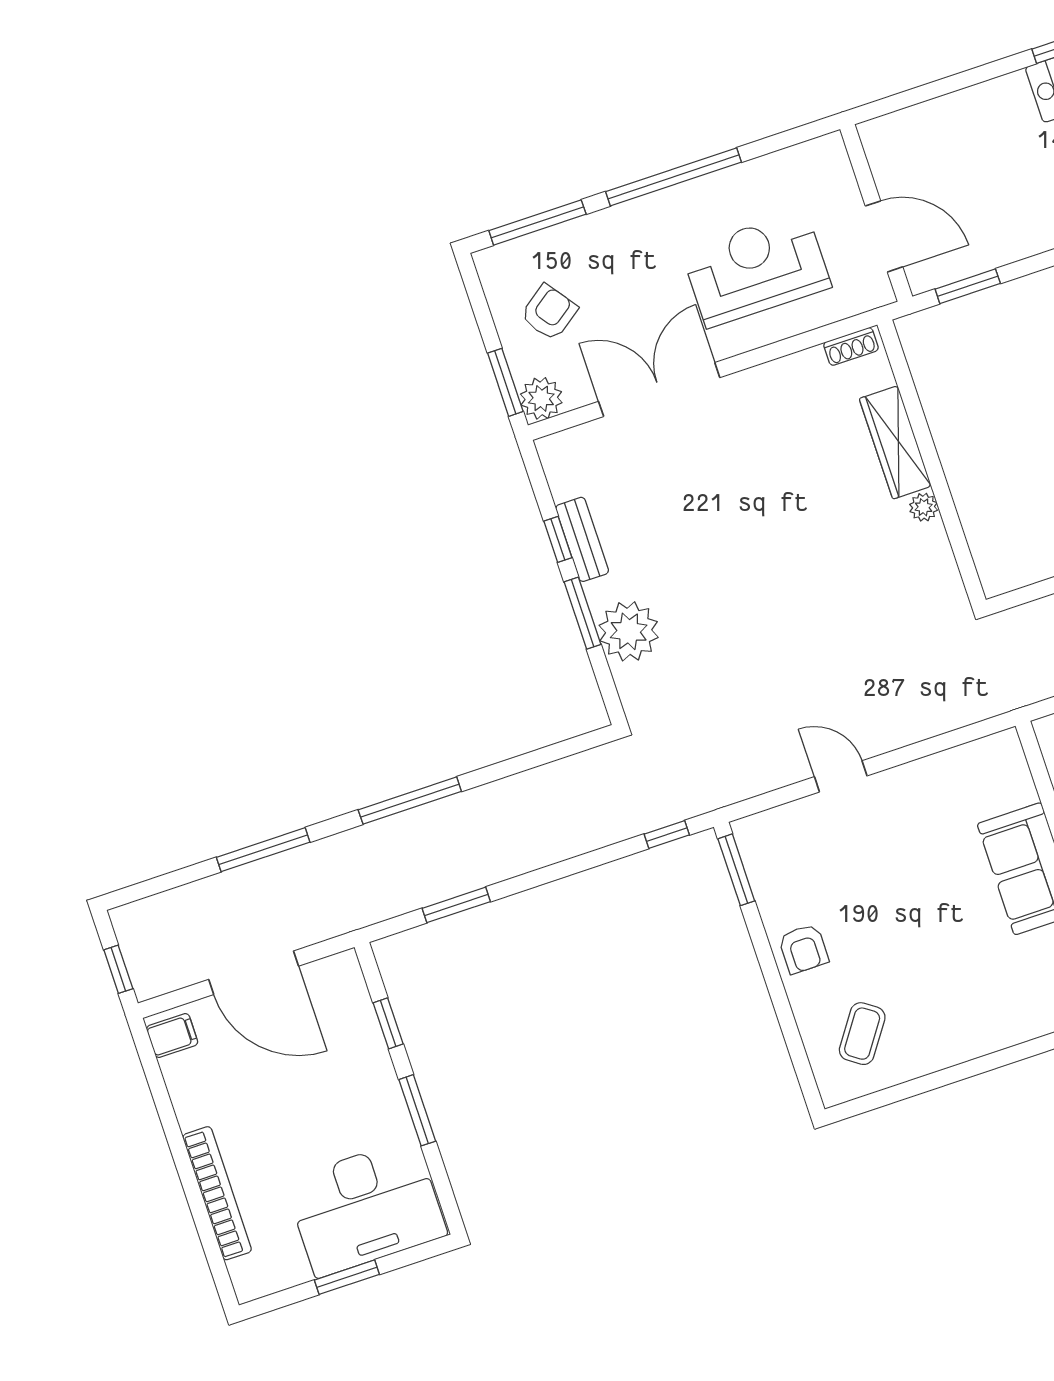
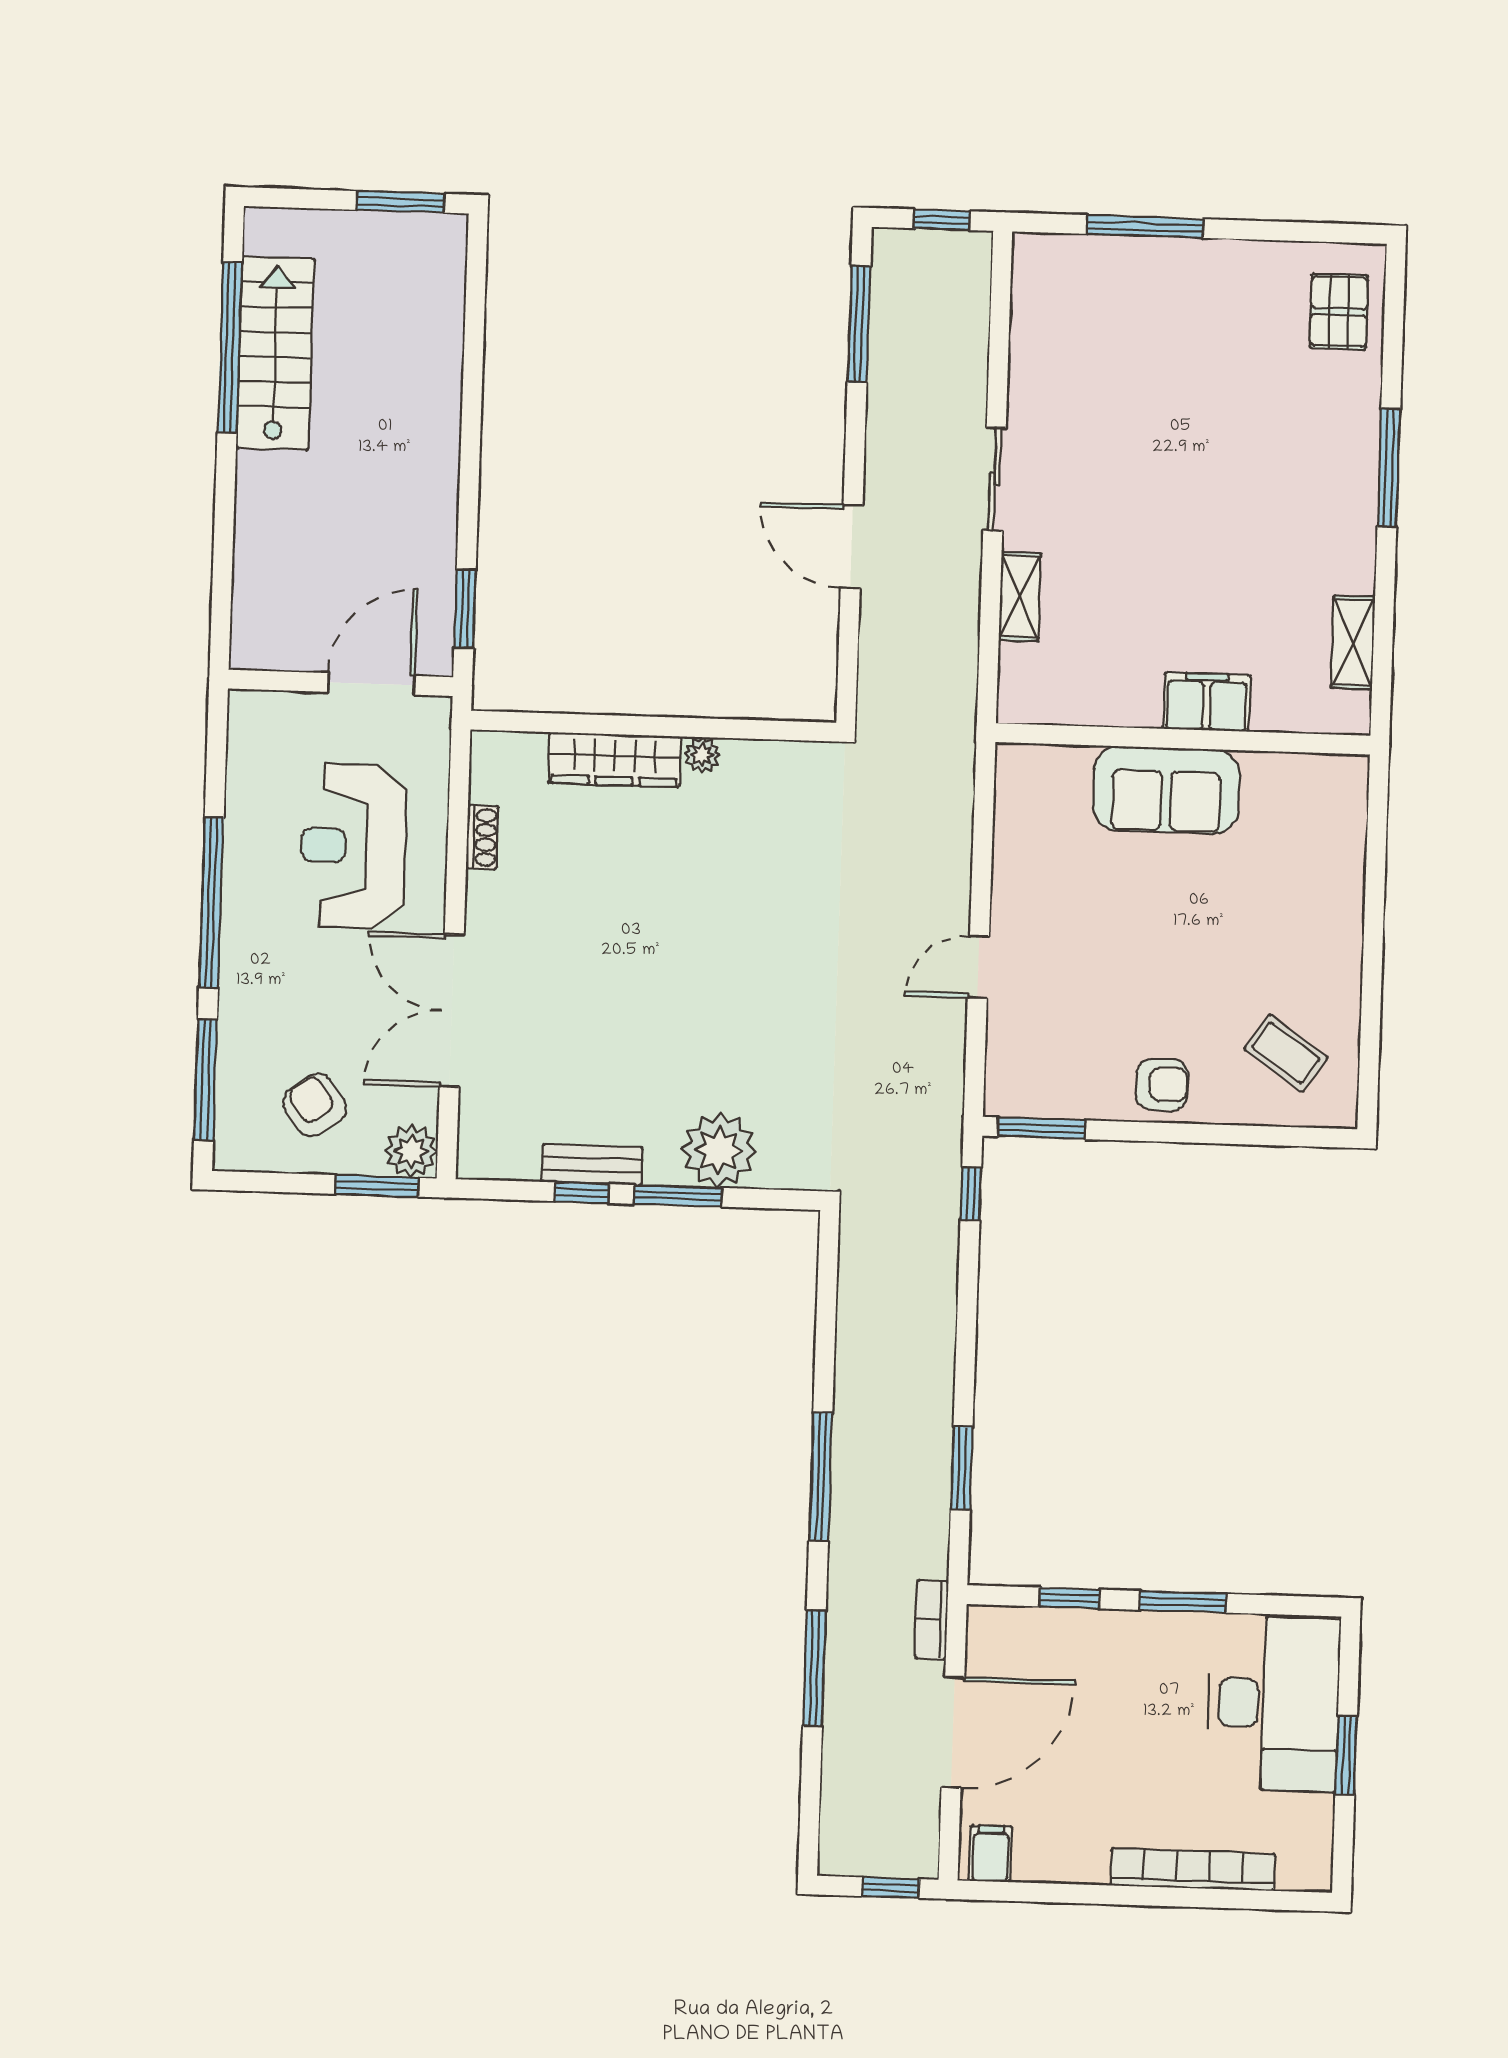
shoe rack: (851, 346) -> (482, 837), moved
bookcase: (333, 925) -> (932, 1620), added

